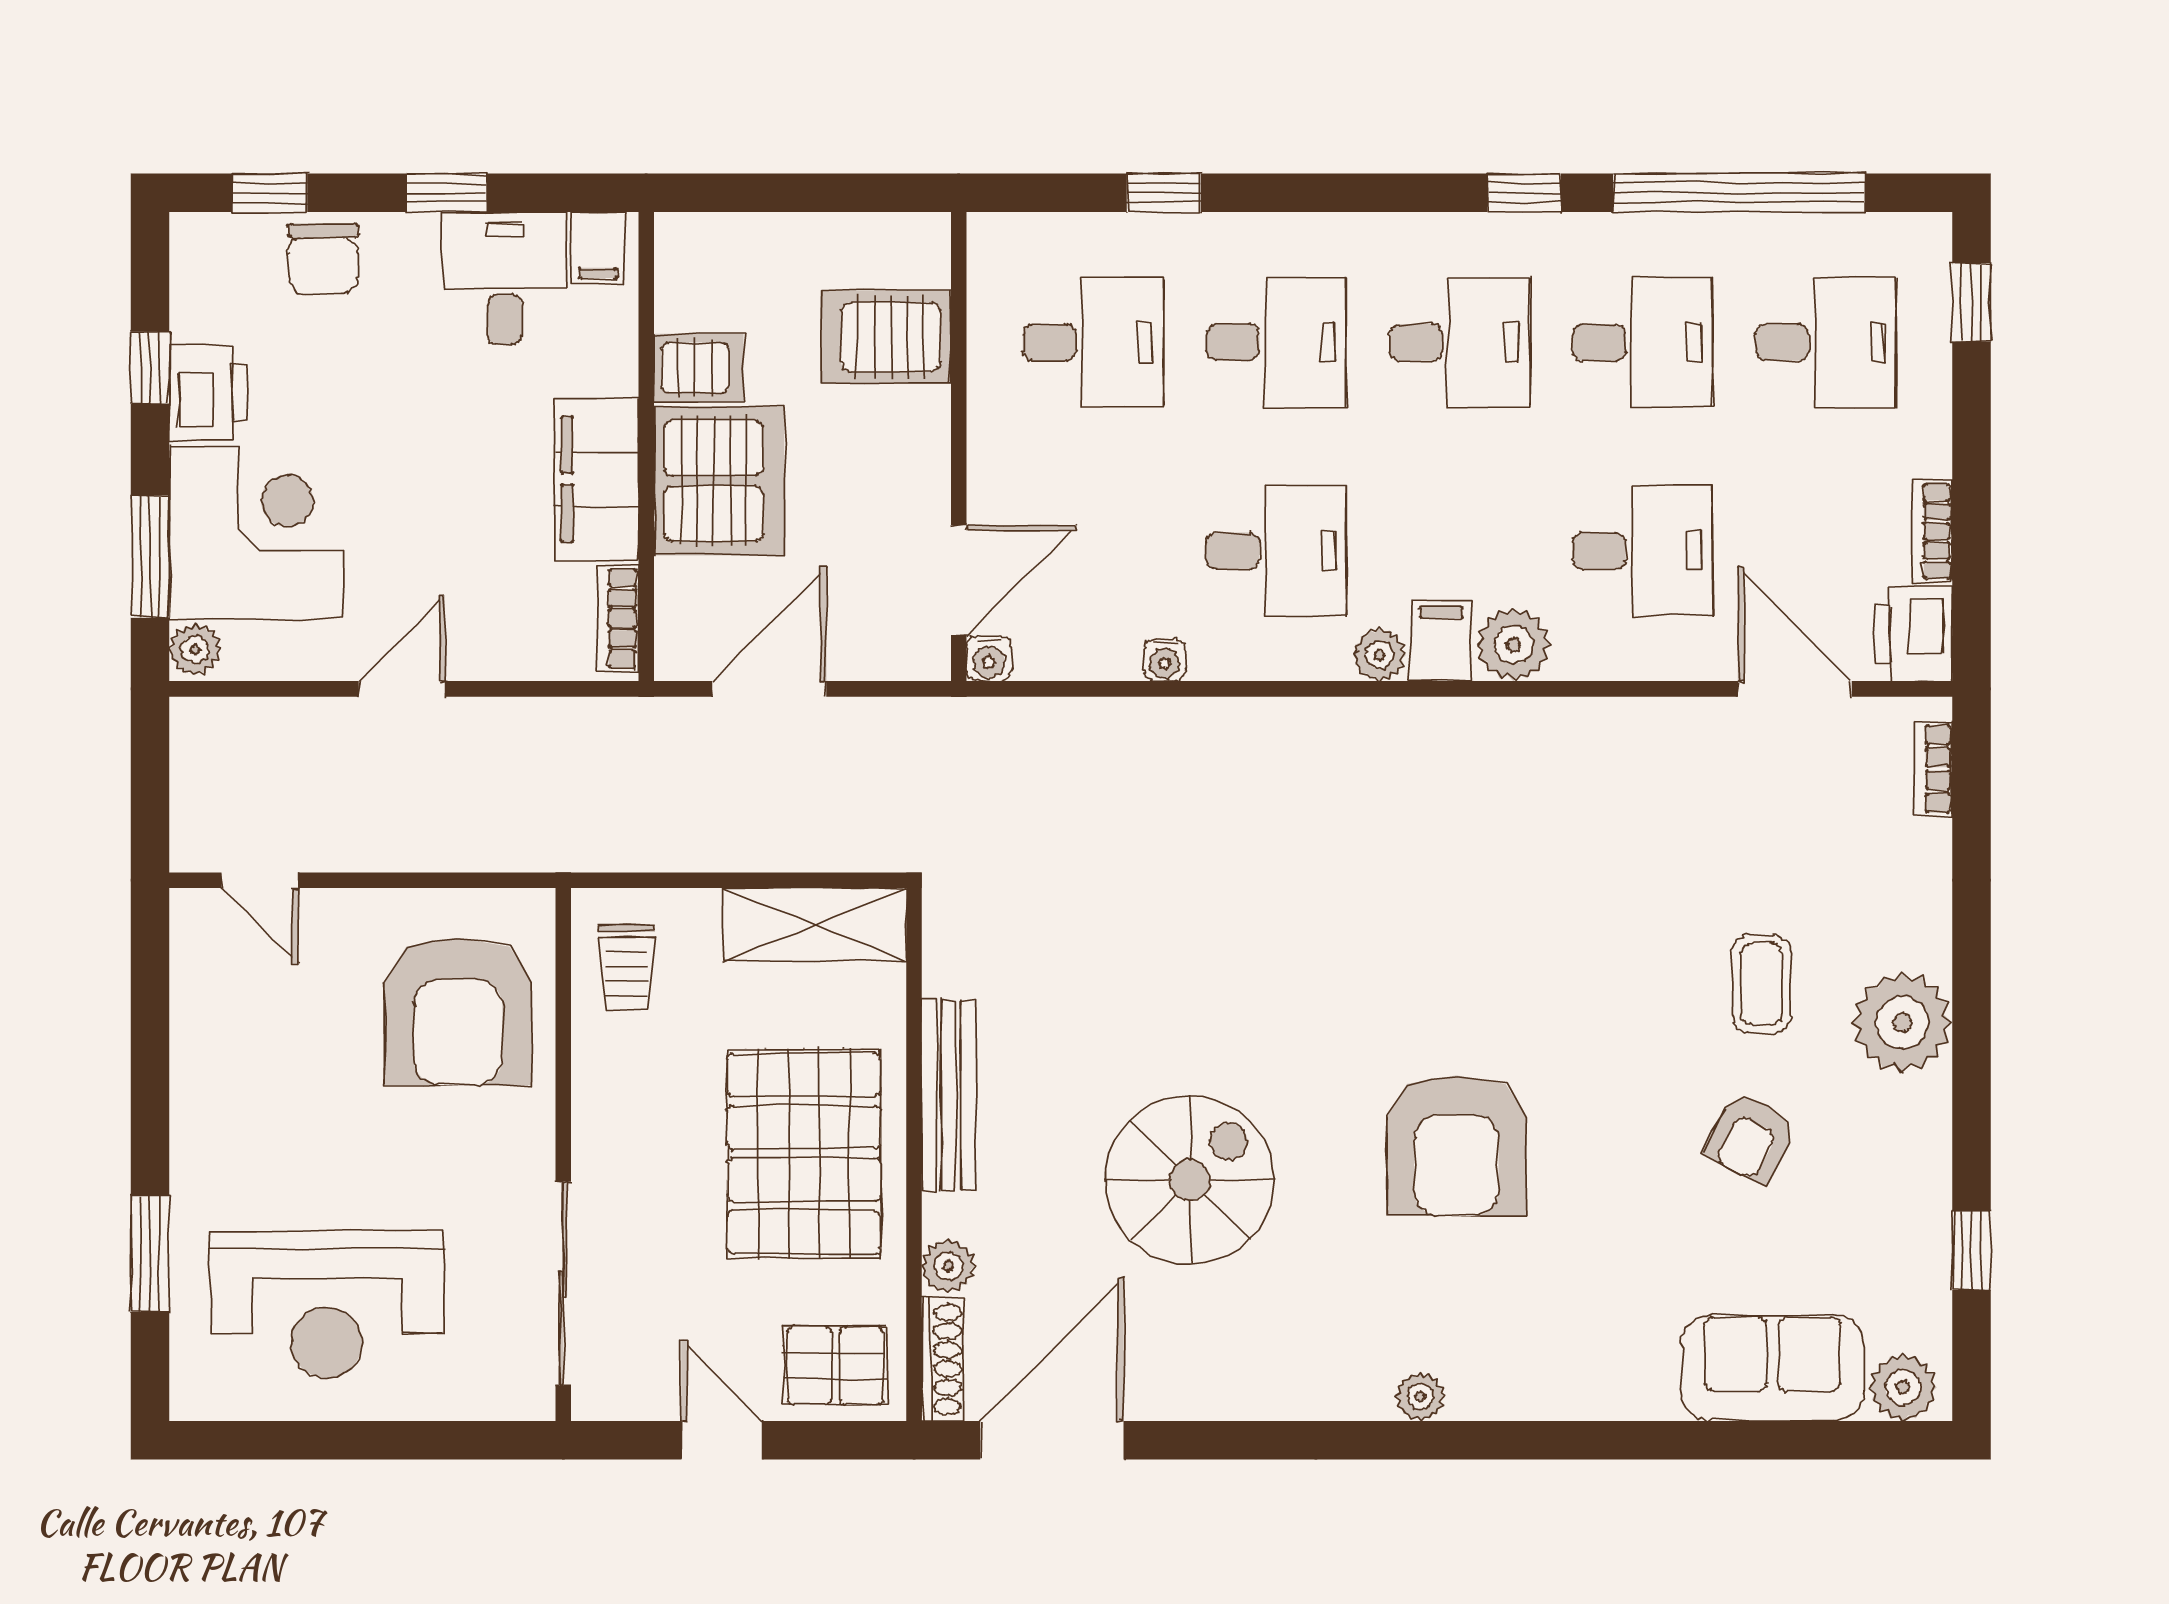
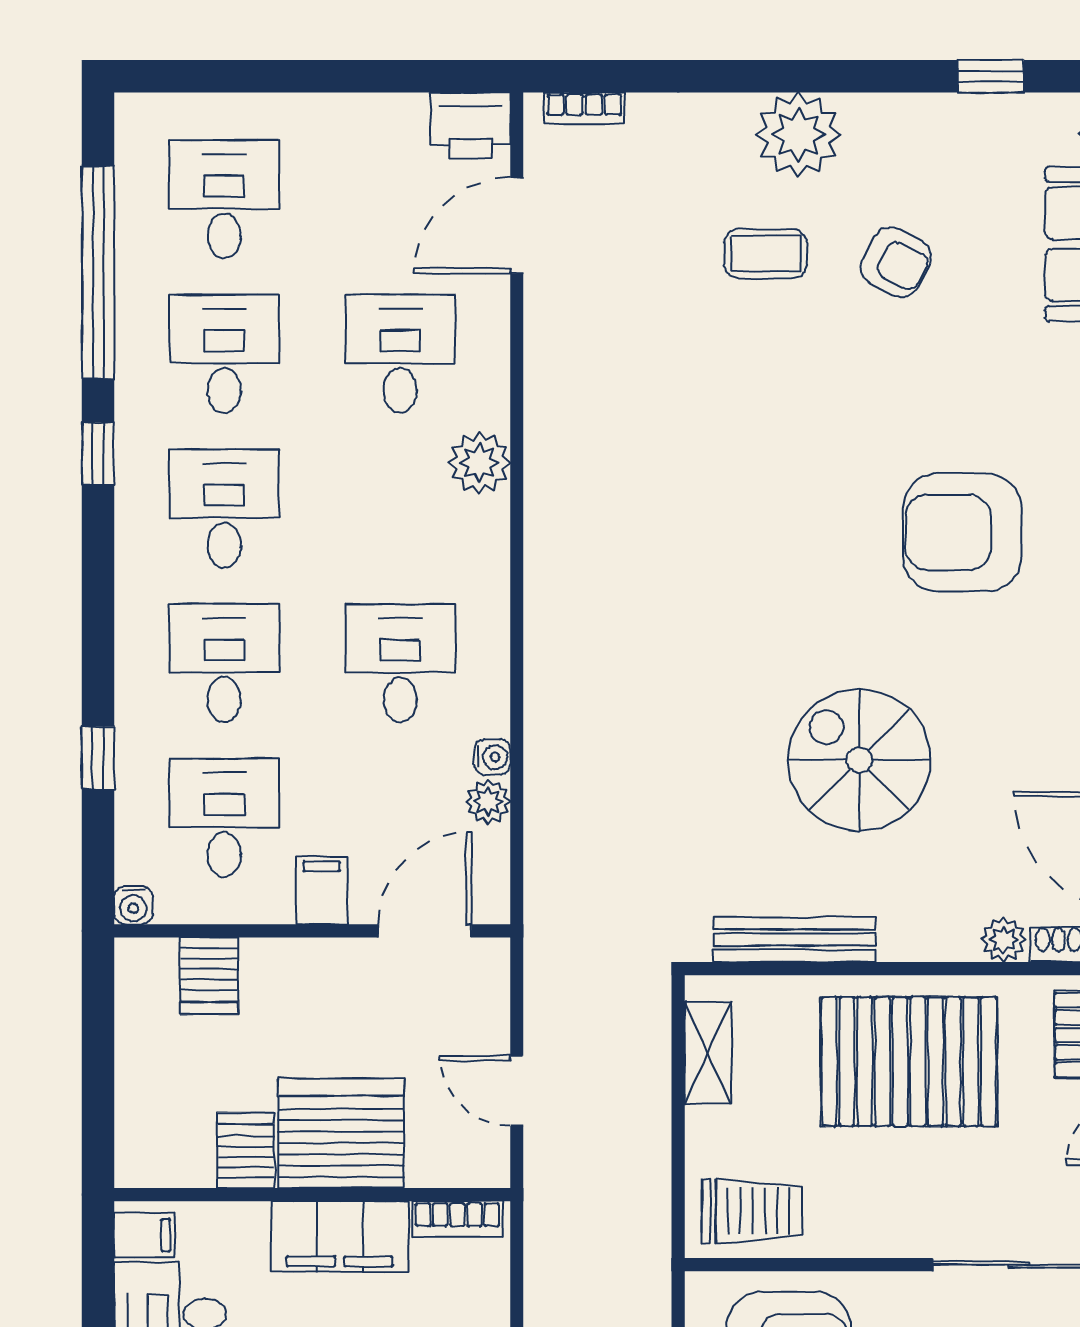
window: (1971, 302) -> (190, 76), removed
server rack: (886, 337) -> (209, 976), width x0.73, depth x0.70
bookcase: (1932, 531) -> (384, 109), removed
door: (959, 580) -> (425, 931), hinge flipped
filing cabinet: (1441, 641) -> (322, 890), moved, turned 90
plant: (1379, 655) -> (488, 802), moved
water cooler: (989, 658) -> (133, 905), moved, turned 90
door: (769, 689) -> (517, 1091), width x0.73
shelving: (814, 925) -> (708, 1053), width x0.67, depth x0.75
trolley: (627, 968) -> (752, 1211), width x1.36, depth x1.39
bench: (949, 1095) -> (794, 939), moved
armchair: (1456, 1146) -> (962, 532), moved, turned 180
spiral stairs: (1190, 1180) -> (859, 760), moved

